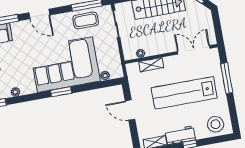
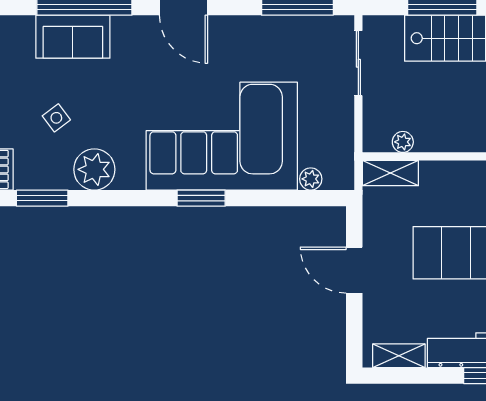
coffee table: (86, 20) -> (289, 42), removed
shelving: (151, 65) -> (390, 173), moved
plant: (15, 92) -> (94, 169), width x1.87, depth x1.87

